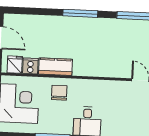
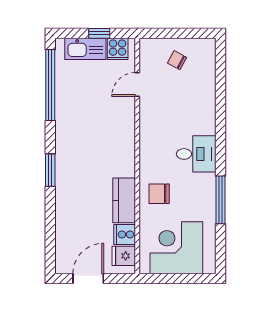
window: (80, 13) -> (50, 170), width x0.69

